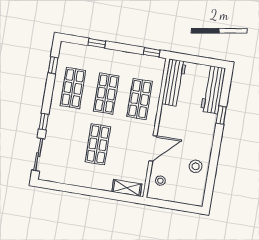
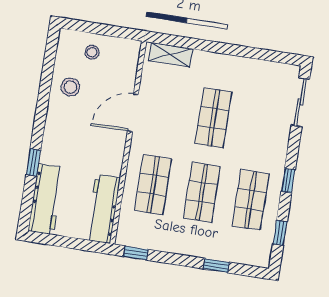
window: (44, 122) -> (288, 180), moved
stool: (160, 181) -> (92, 52), moved

